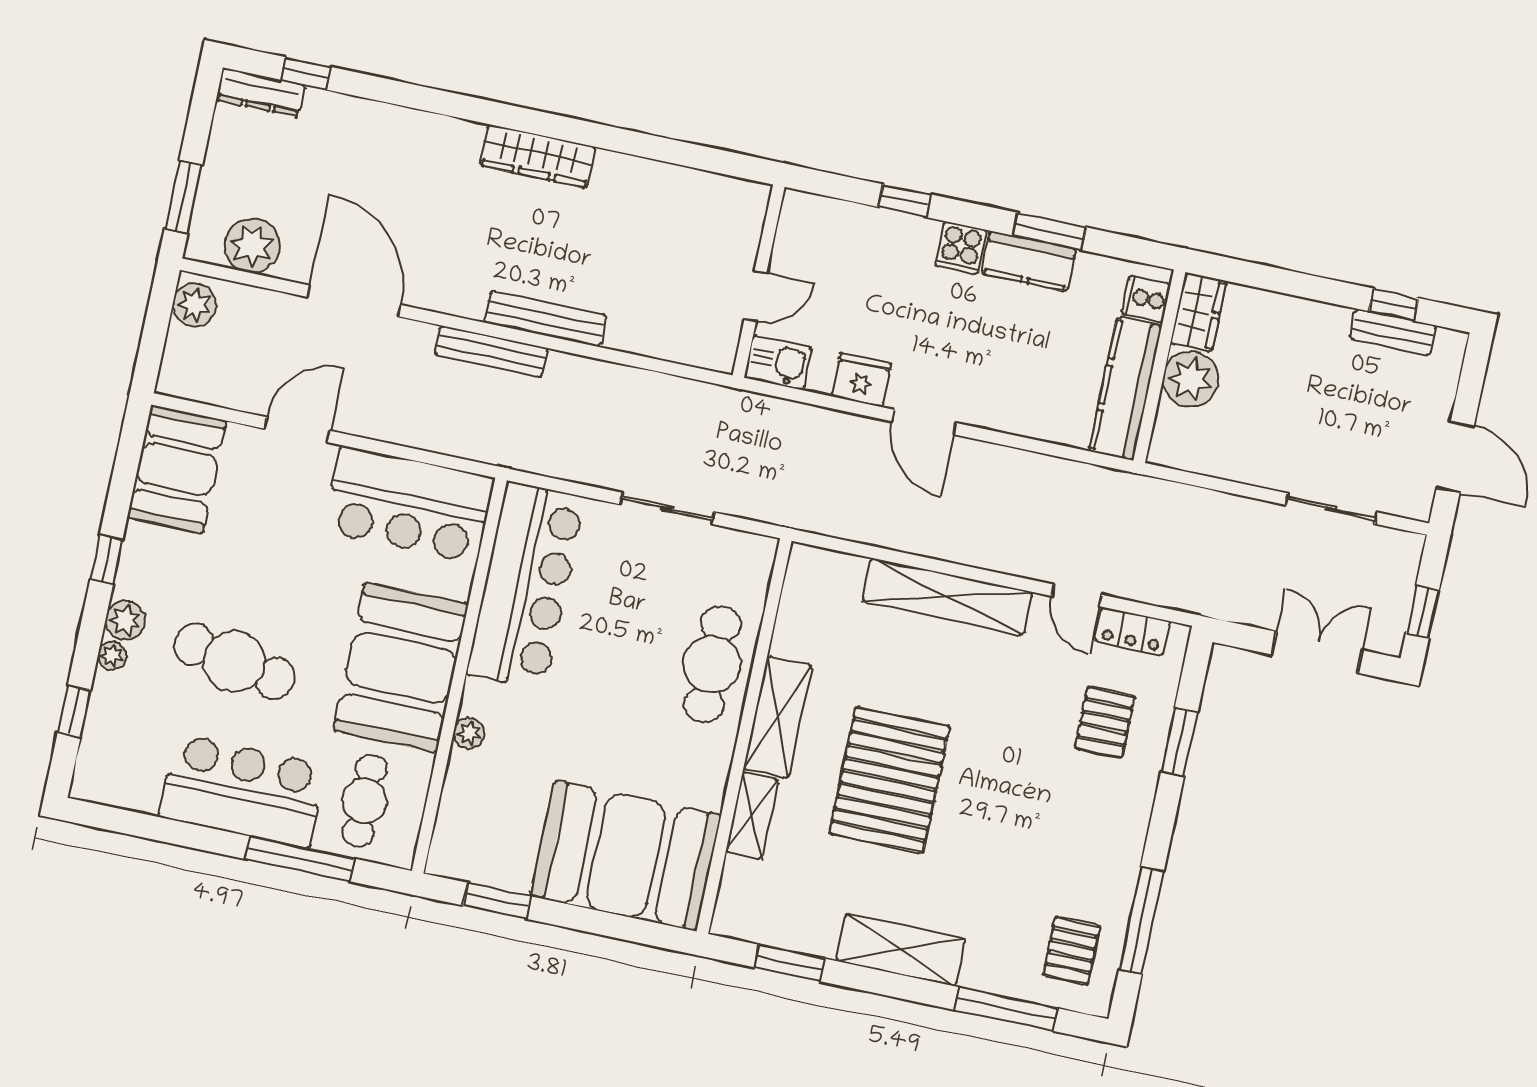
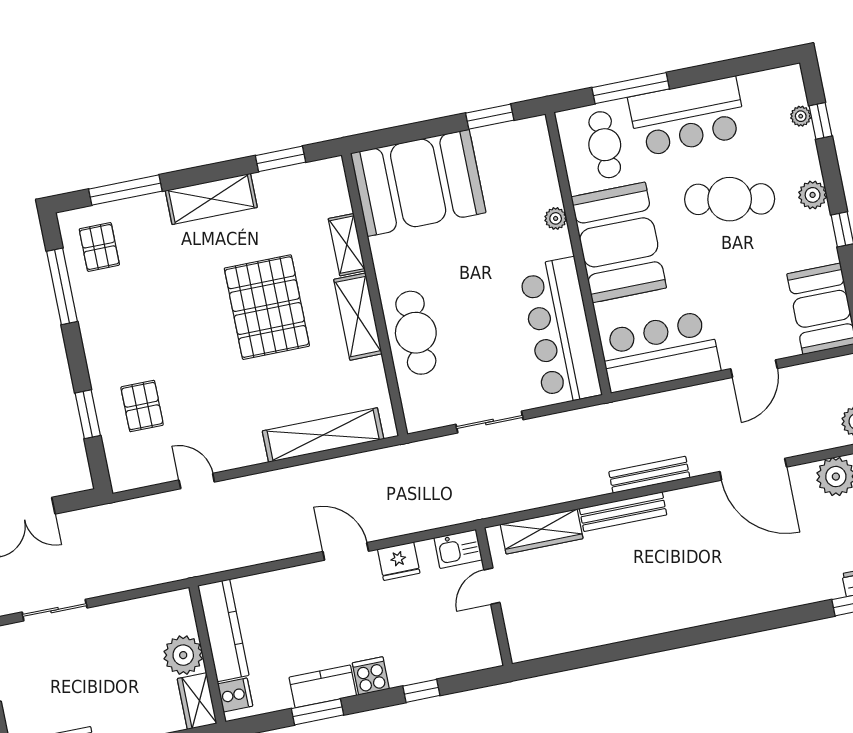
wardrobe: (538, 156) -> (542, 532), moved, turned 180
shelving: (947, 597) -> (323, 435), moved
locker: (1132, 631) -> (150, 473), removed
plant: (112, 656) -> (801, 116), moved

